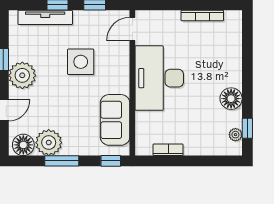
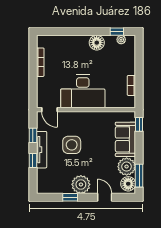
tv unit: (45, 17) -> (42, 150), moved
sofa: (115, 120) -> (125, 139), moved, turned 90
window: (62, 161) -> (139, 176), moved

